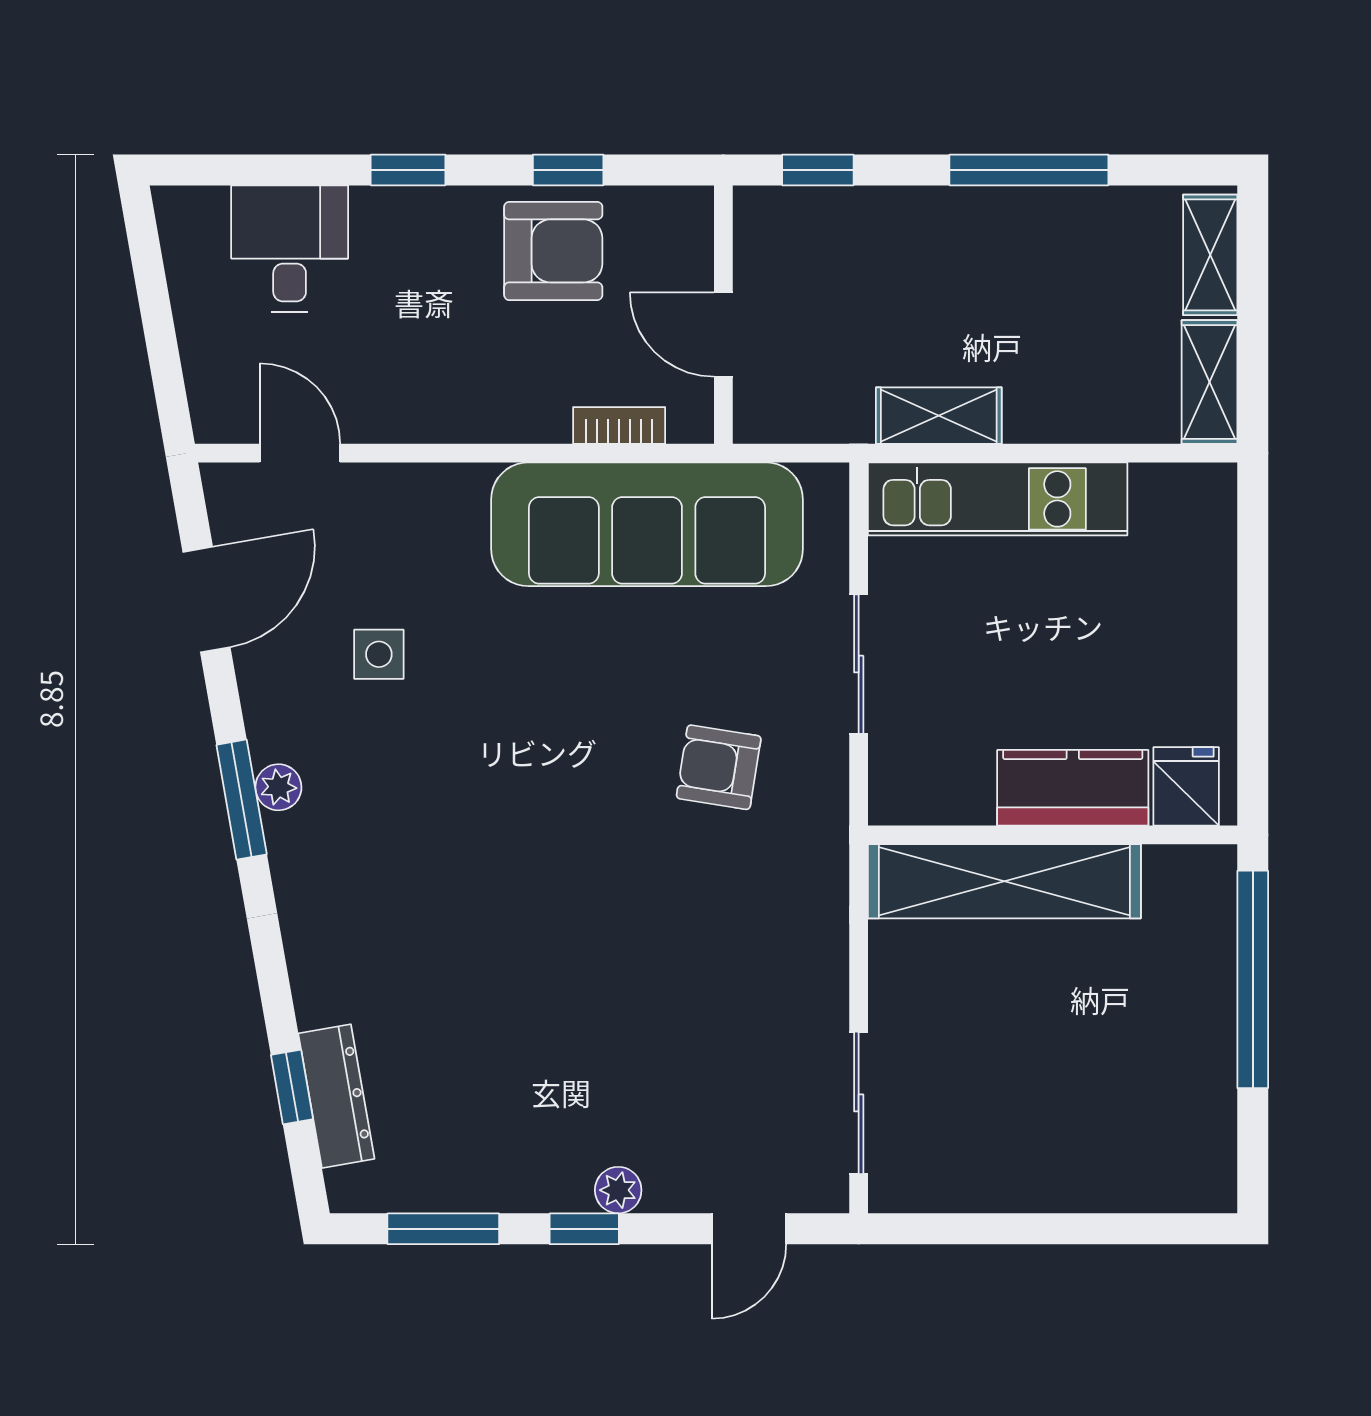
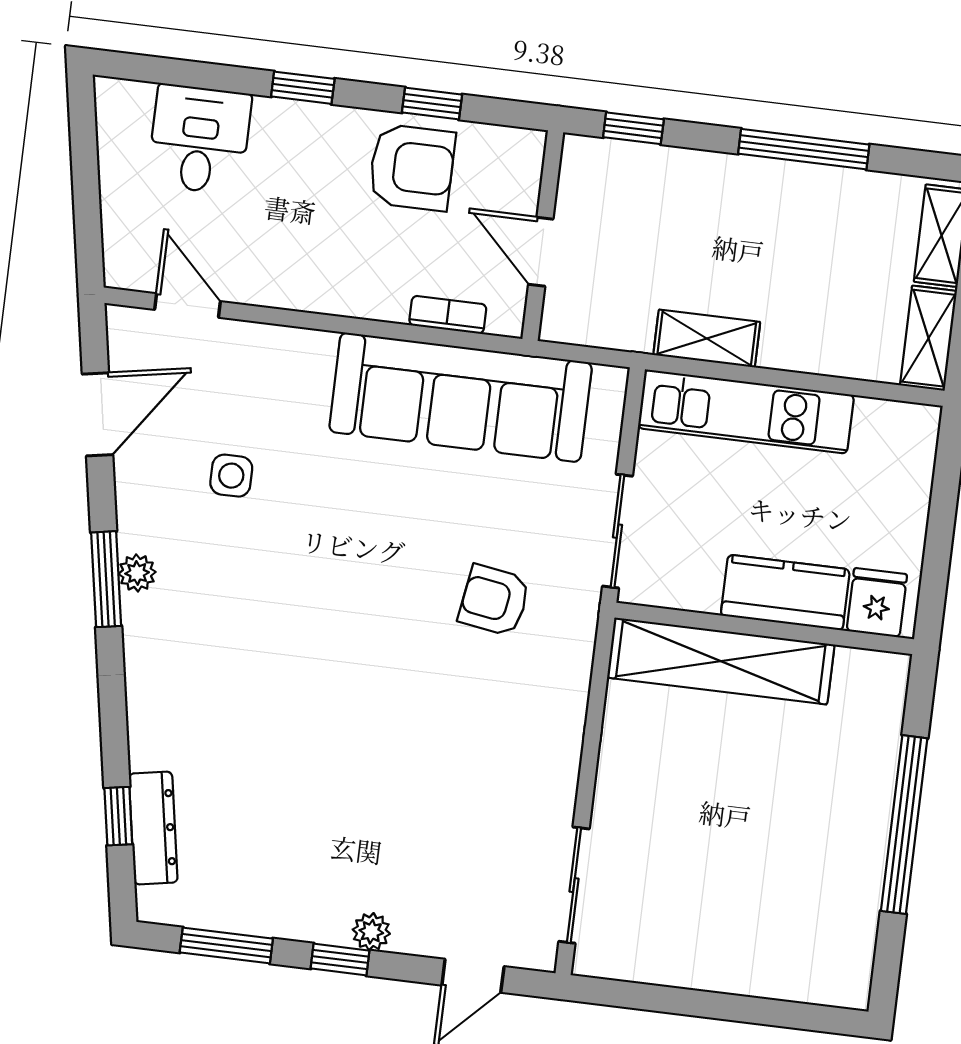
fridge: (1186, 786) -> (877, 603), moved
kitchen counter: (1073, 788) -> (785, 592), moved
wall: (1053, 835) -> (764, 628), moved
shelving: (1004, 881) -> (721, 661), moved

